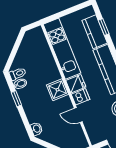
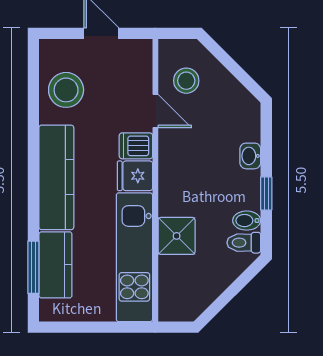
window: (104, 27) -> (33, 267), width x1.50
shower: (58, 90) -> (177, 236), moved
washbasin: (36, 129) -> (250, 156), moved
stool: (70, 133) -> (186, 81), added

